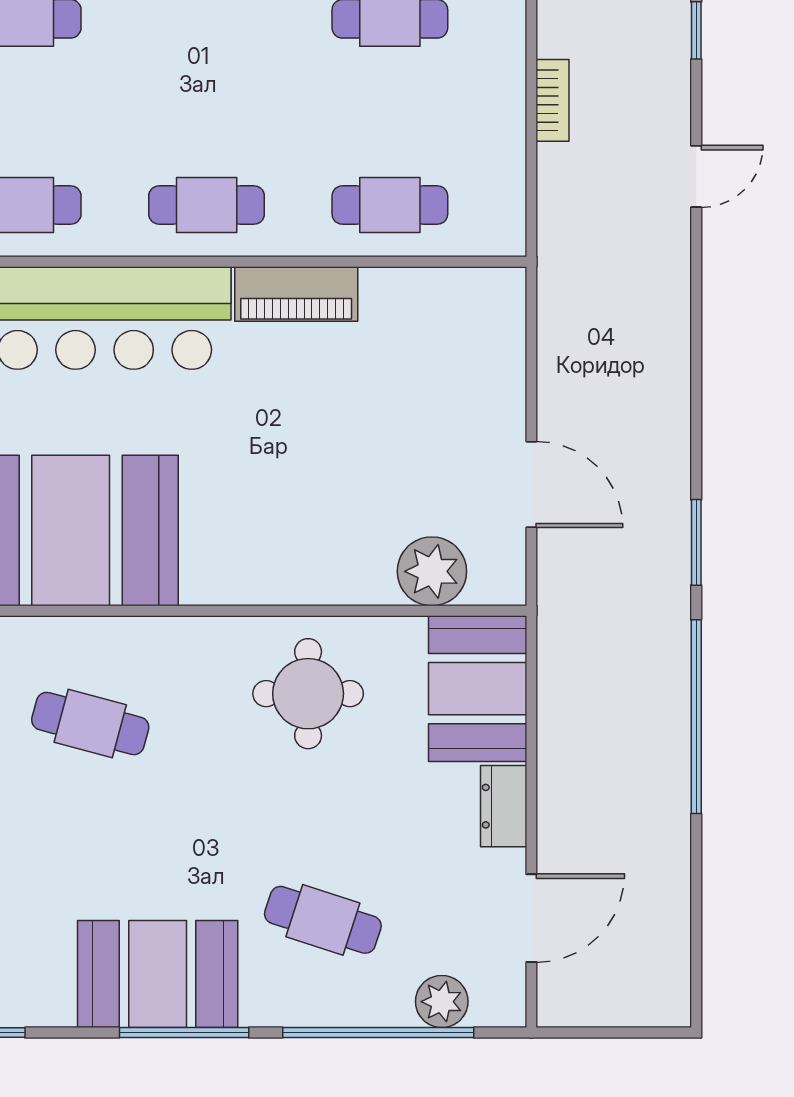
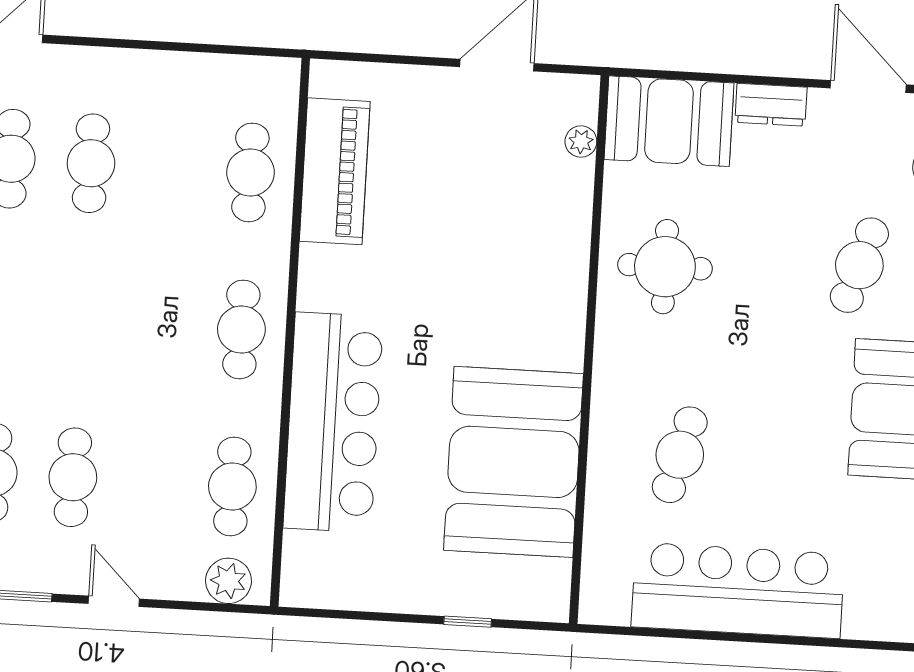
bookcase: (553, 100) -> (169, 28), removed
piano: (296, 294) -> (335, 171), moved, width x1.37, depth x1.33
plant: (432, 571) -> (581, 142), width x0.53, depth x0.53

